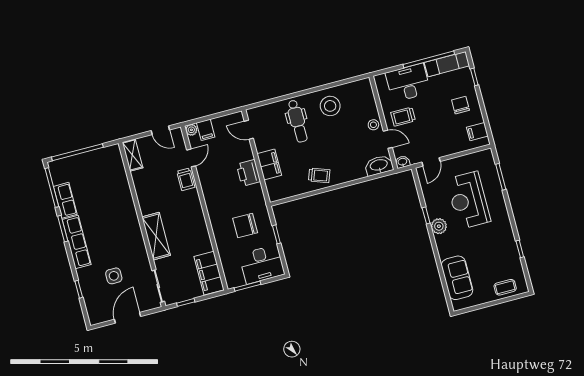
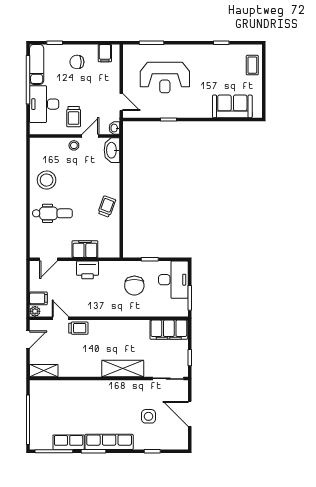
plant: (439, 226) -> (181, 110), removed

